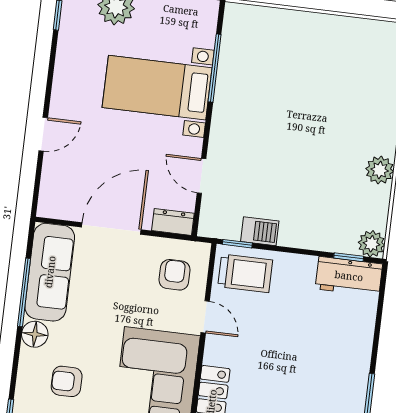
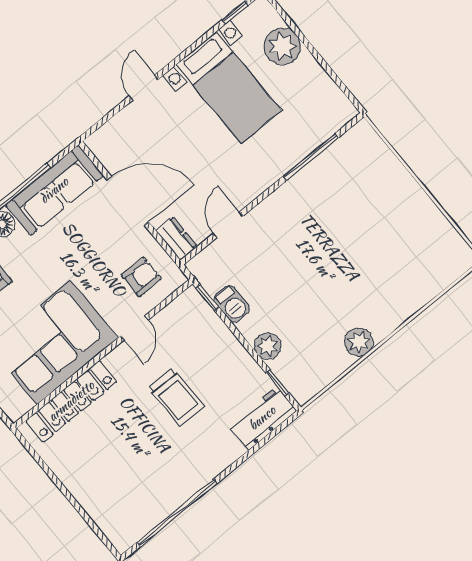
bed with nightstands: (157, 88) -> (229, 88), moved, turned 180
door: (43, 134) -> (144, 88), swing flipped
plant: (372, 244) -> (268, 346), moved
trolley: (245, 273) -> (176, 397), moved
workbench: (349, 276) -> (262, 418), moved, turned 90

